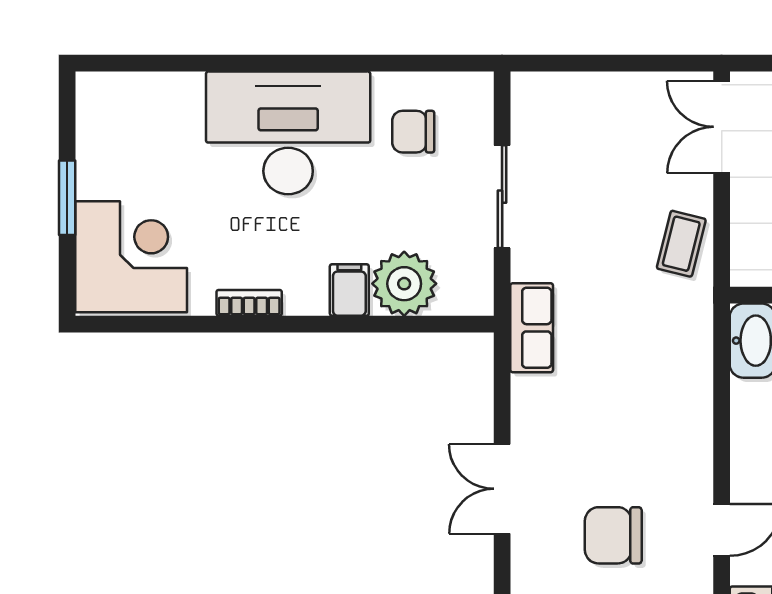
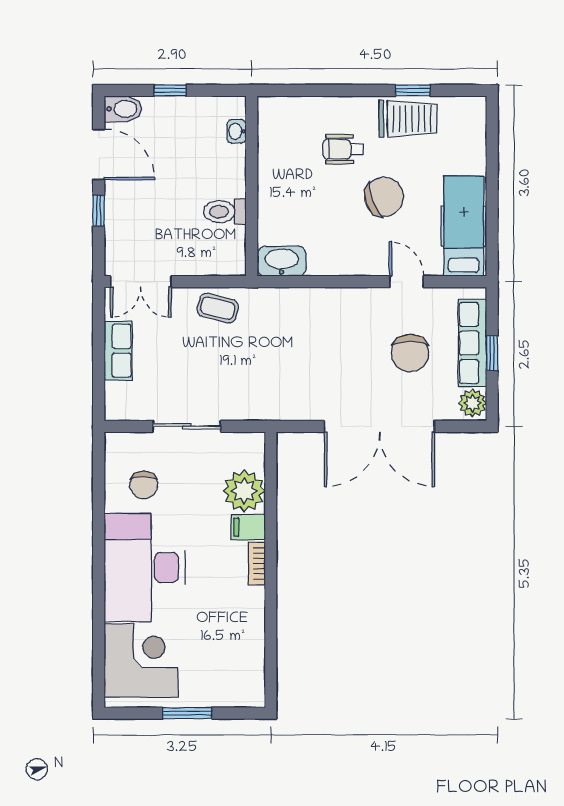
corner desk: (131, 257) -> (141, 661), moved, turned 90
bookcase: (249, 303) -> (257, 564), moved
row of seats: (532, 328) -> (118, 351), moved, turned 90
double door: (502, 489) -> (379, 426), width x1.87

